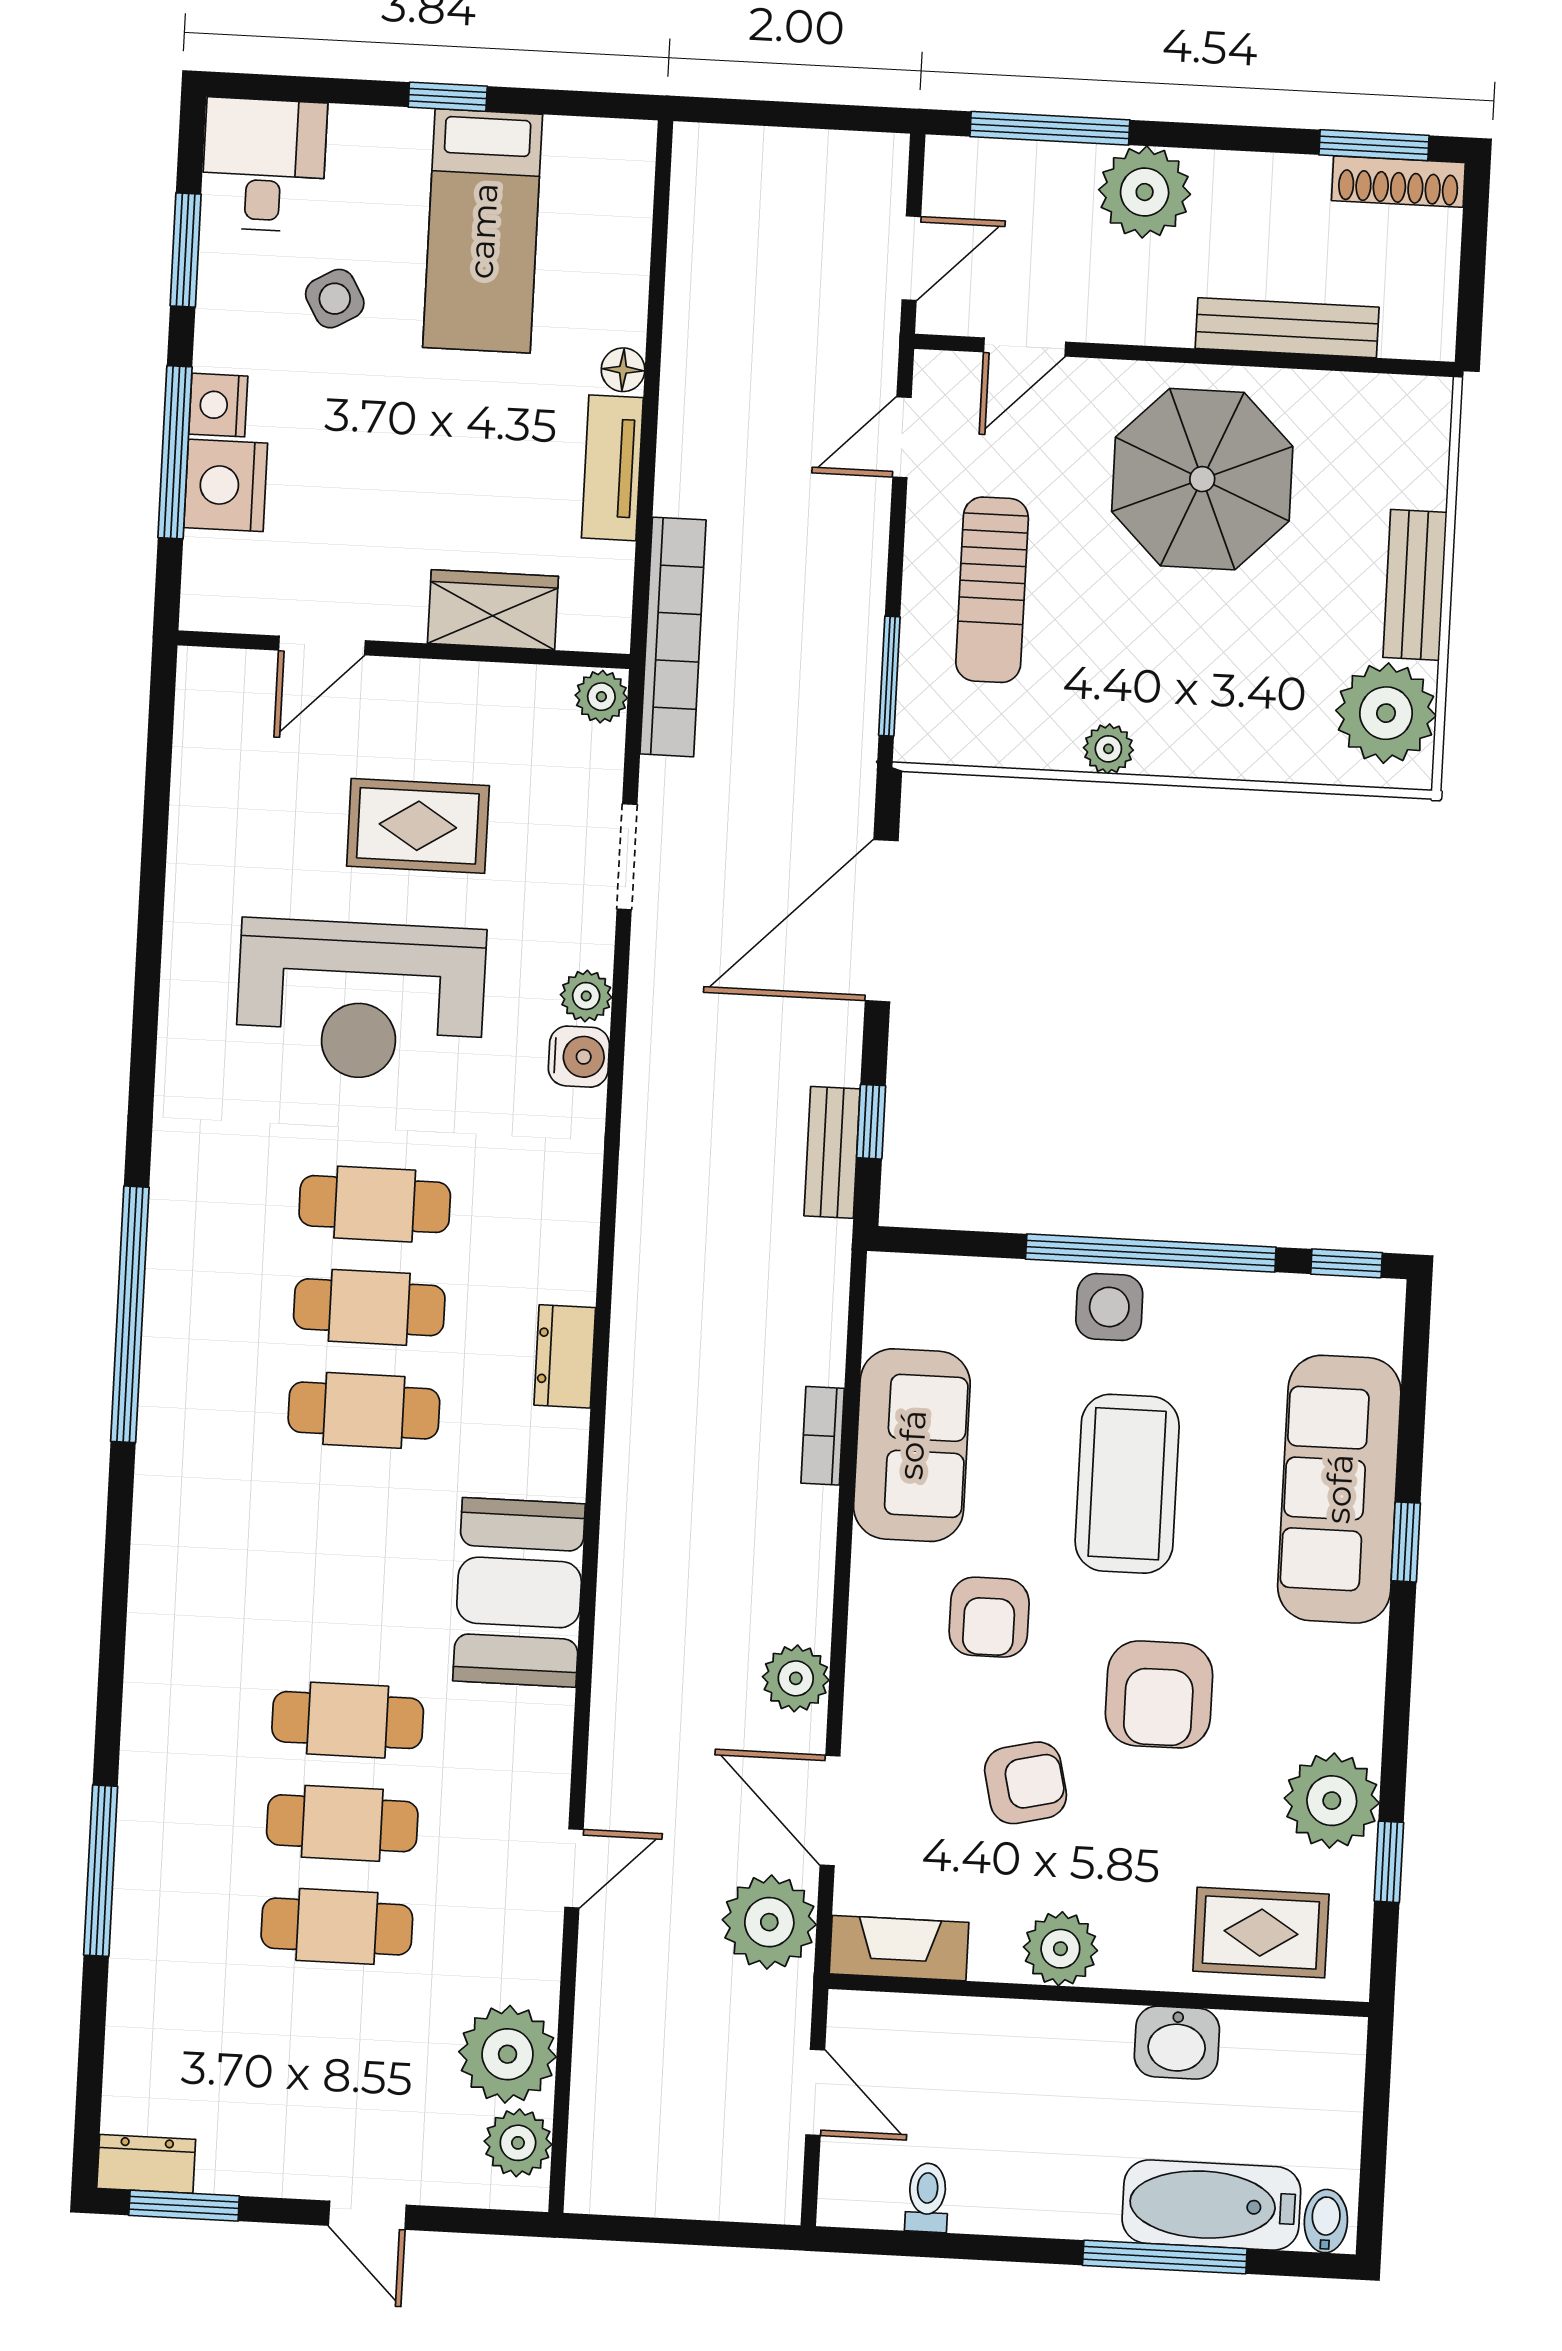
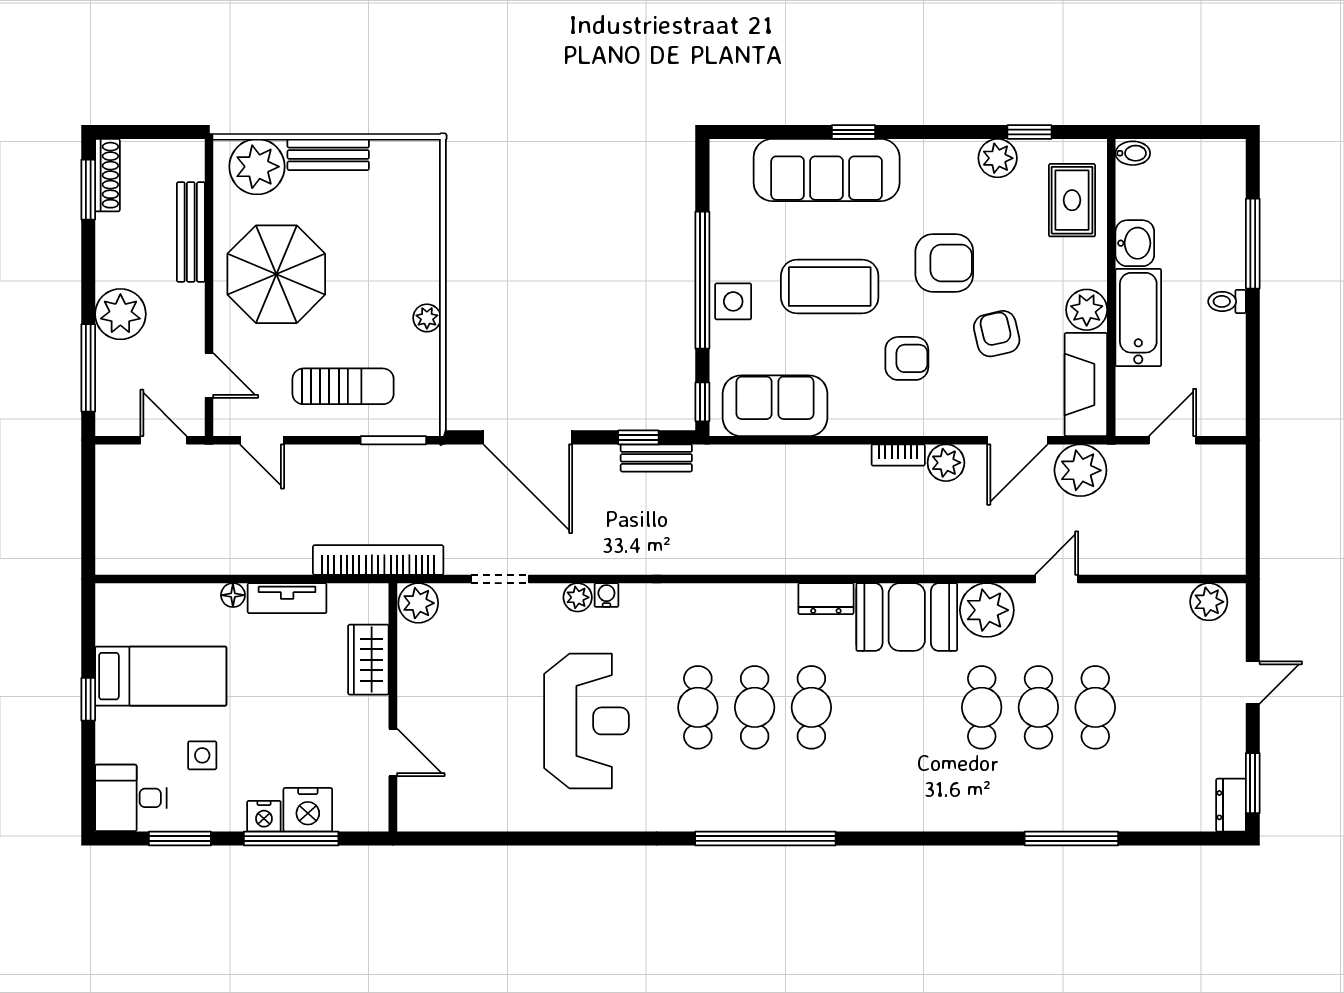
side table: (335, 299) -> (202, 755), turned 30
plant: (601, 697) -> (418, 603), width x1.38, depth x1.38
plant: (1386, 713) -> (257, 167), moved
rug: (418, 826) -> (489, 695), removed
water cooler: (579, 1057) -> (606, 595), width x0.72, depth x0.72
window: (1346, 1263) -> (702, 402), moved
dresser: (565, 1356) -> (826, 599), moved
bookcase: (823, 1436) -> (898, 455), moved
sofa: (912, 1445) -> (775, 406), moved
plant: (1332, 1801) -> (998, 158), width x0.73, depth x0.73
door: (574, 1868) -> (1057, 579), hinge flipped
fireplace: (899, 1948) -> (1086, 384), width x1.37, depth x1.32
plant: (508, 2054) -> (987, 610), moved
toilet: (927, 2198) -> (1227, 301), moved
bathtub: (1211, 2205) -> (1138, 318), moved, turned 180
bidet: (1326, 2221) -> (1133, 153), moved, turned 180

